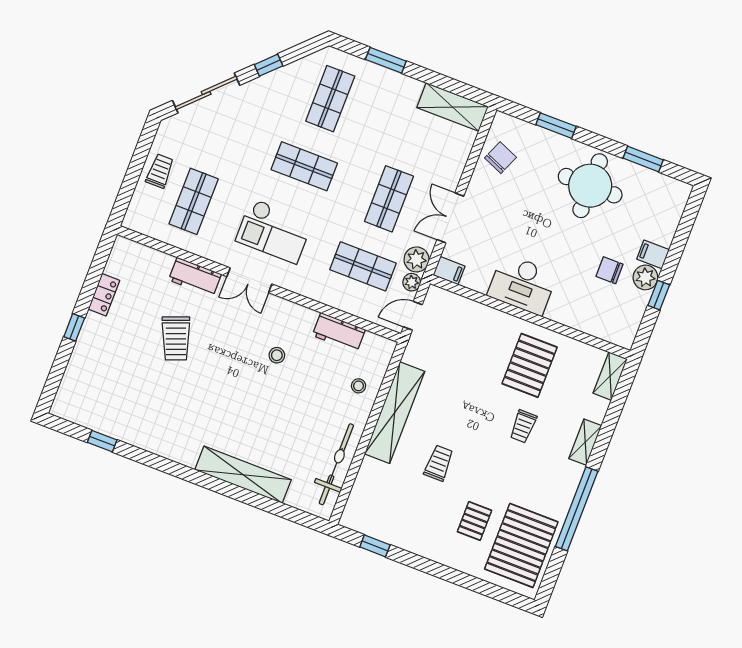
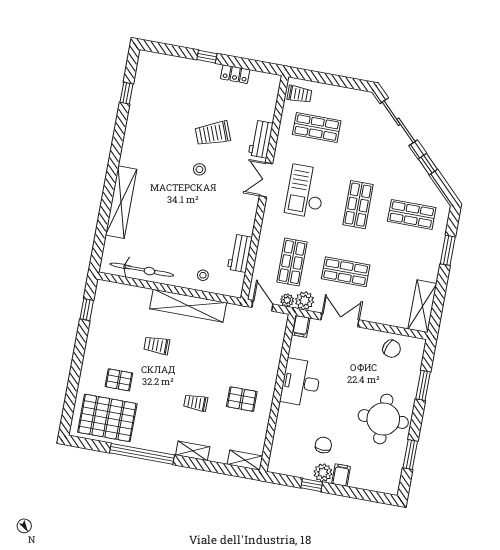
trolley: (160, 171) -> (299, 94), moved
stool: (277, 355) -> (199, 169), moved
pallet: (530, 365) -> (242, 399), width x0.67, depth x0.71
trolley: (439, 463) -> (157, 345), turned 180

